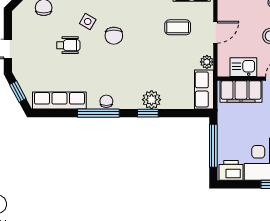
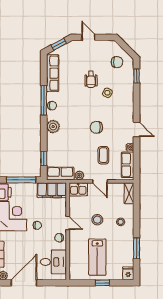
chair: (114, 36) -> (96, 127), moved
kitchen sink: (243, 67) -> (78, 189), moved, turned 90
filing cabinet: (241, 91) -> (52, 190), moved, turned -90
plant: (152, 100) -> (53, 127), moved
window: (148, 113) -> (44, 158), moved

